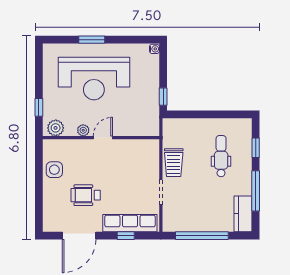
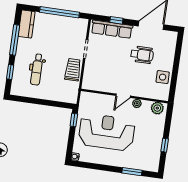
window: (92, 40) -> (132, 172), moved
reception desk: (94, 79) -> (107, 132), moved
window: (39, 107) -> (165, 145), moved

